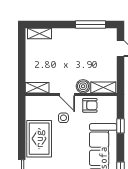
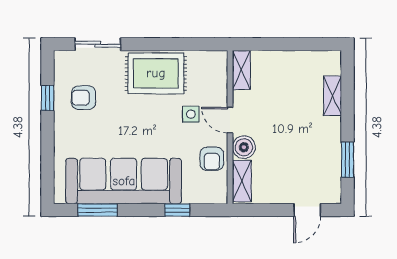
window: (91, 25) -> (348, 160), width x0.69
shelving: (39, 33) -> (333, 96), moved
door: (67, 94) -> (230, 120), hinge flipped

